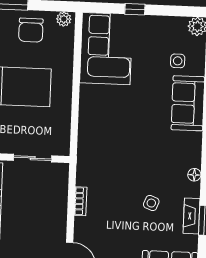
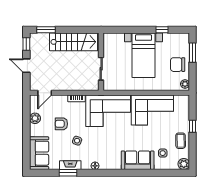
coffee table: (158, 30) -> (181, 141), added
corner sofa: (106, 49) -> (152, 110), moved
corner sofa: (103, 149) -> (108, 111), added
armchair: (122, 228) -> (61, 124), added

